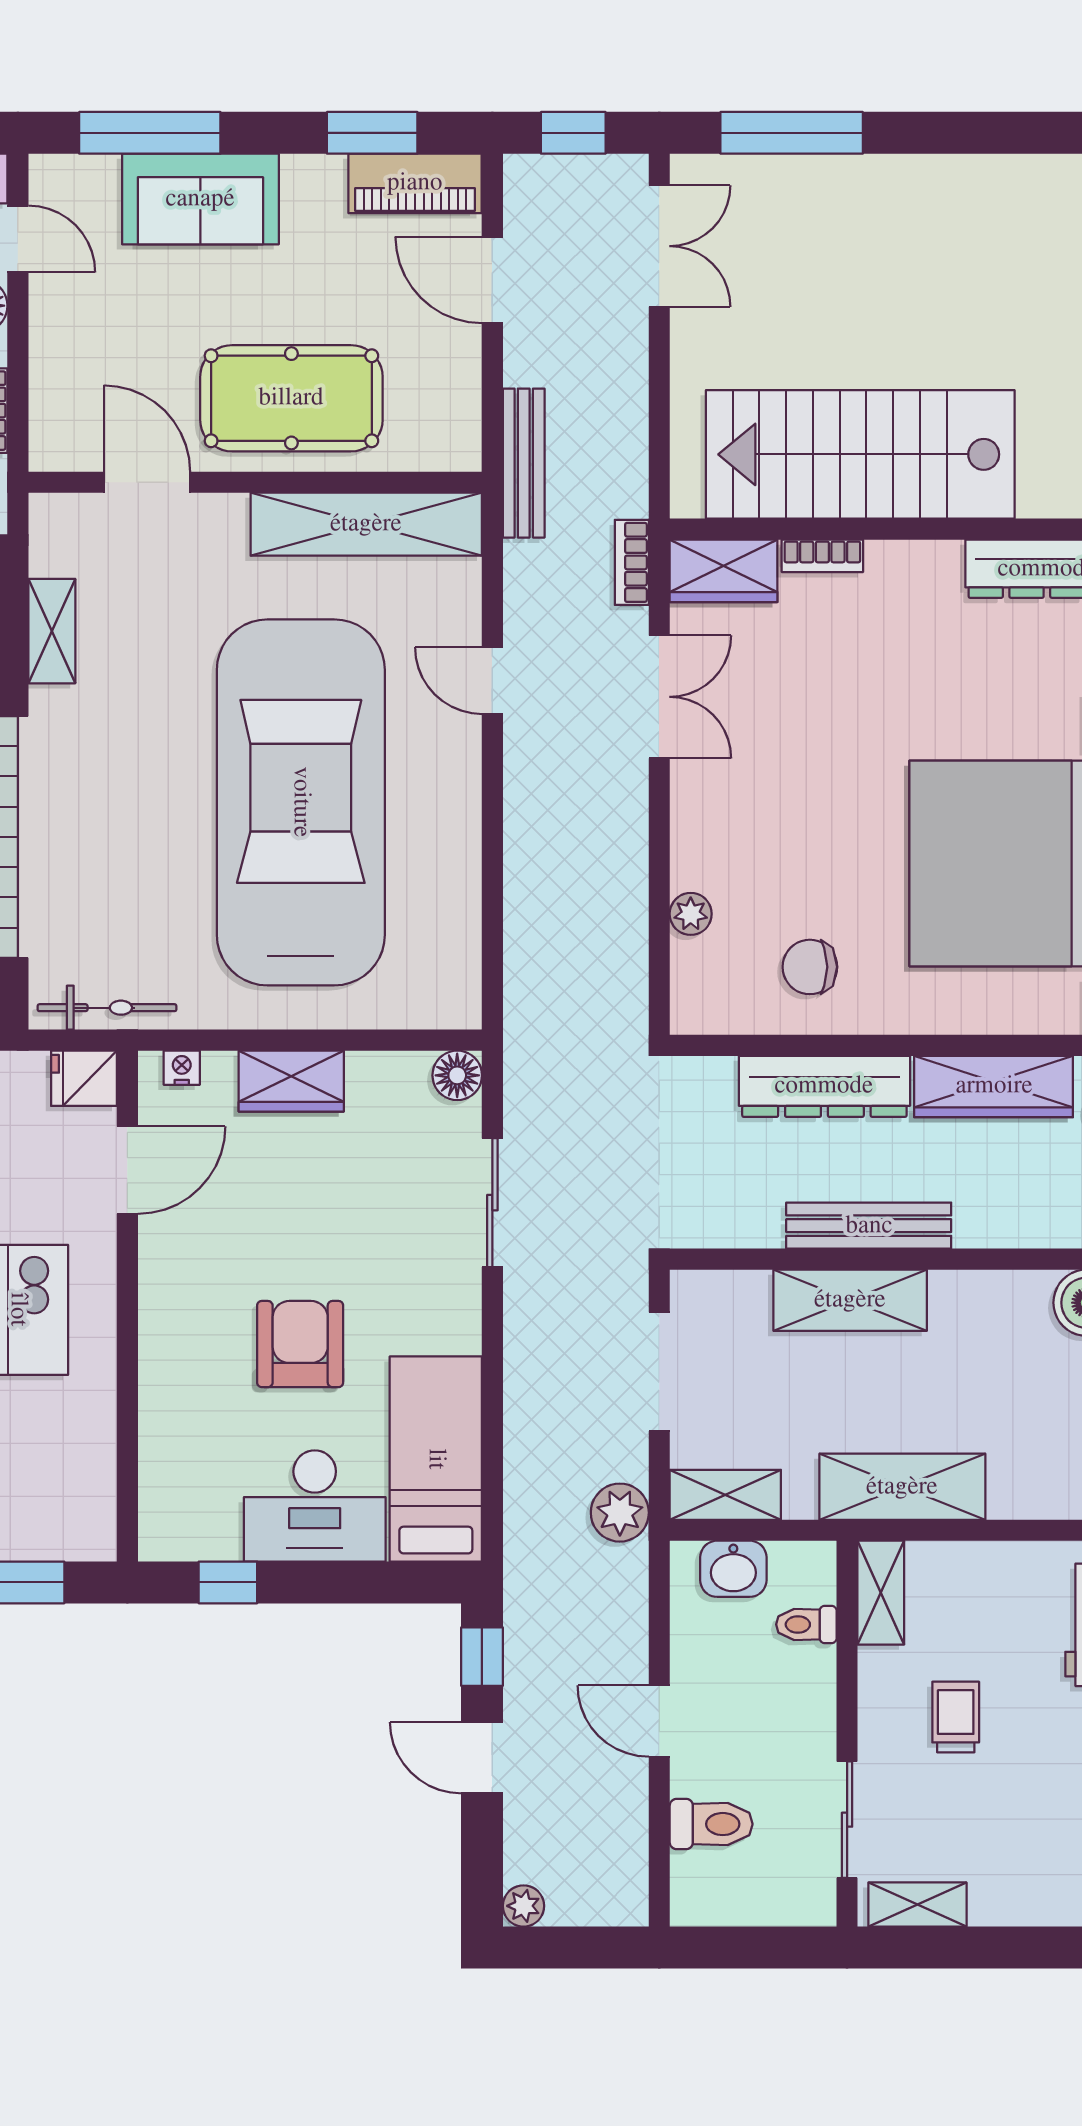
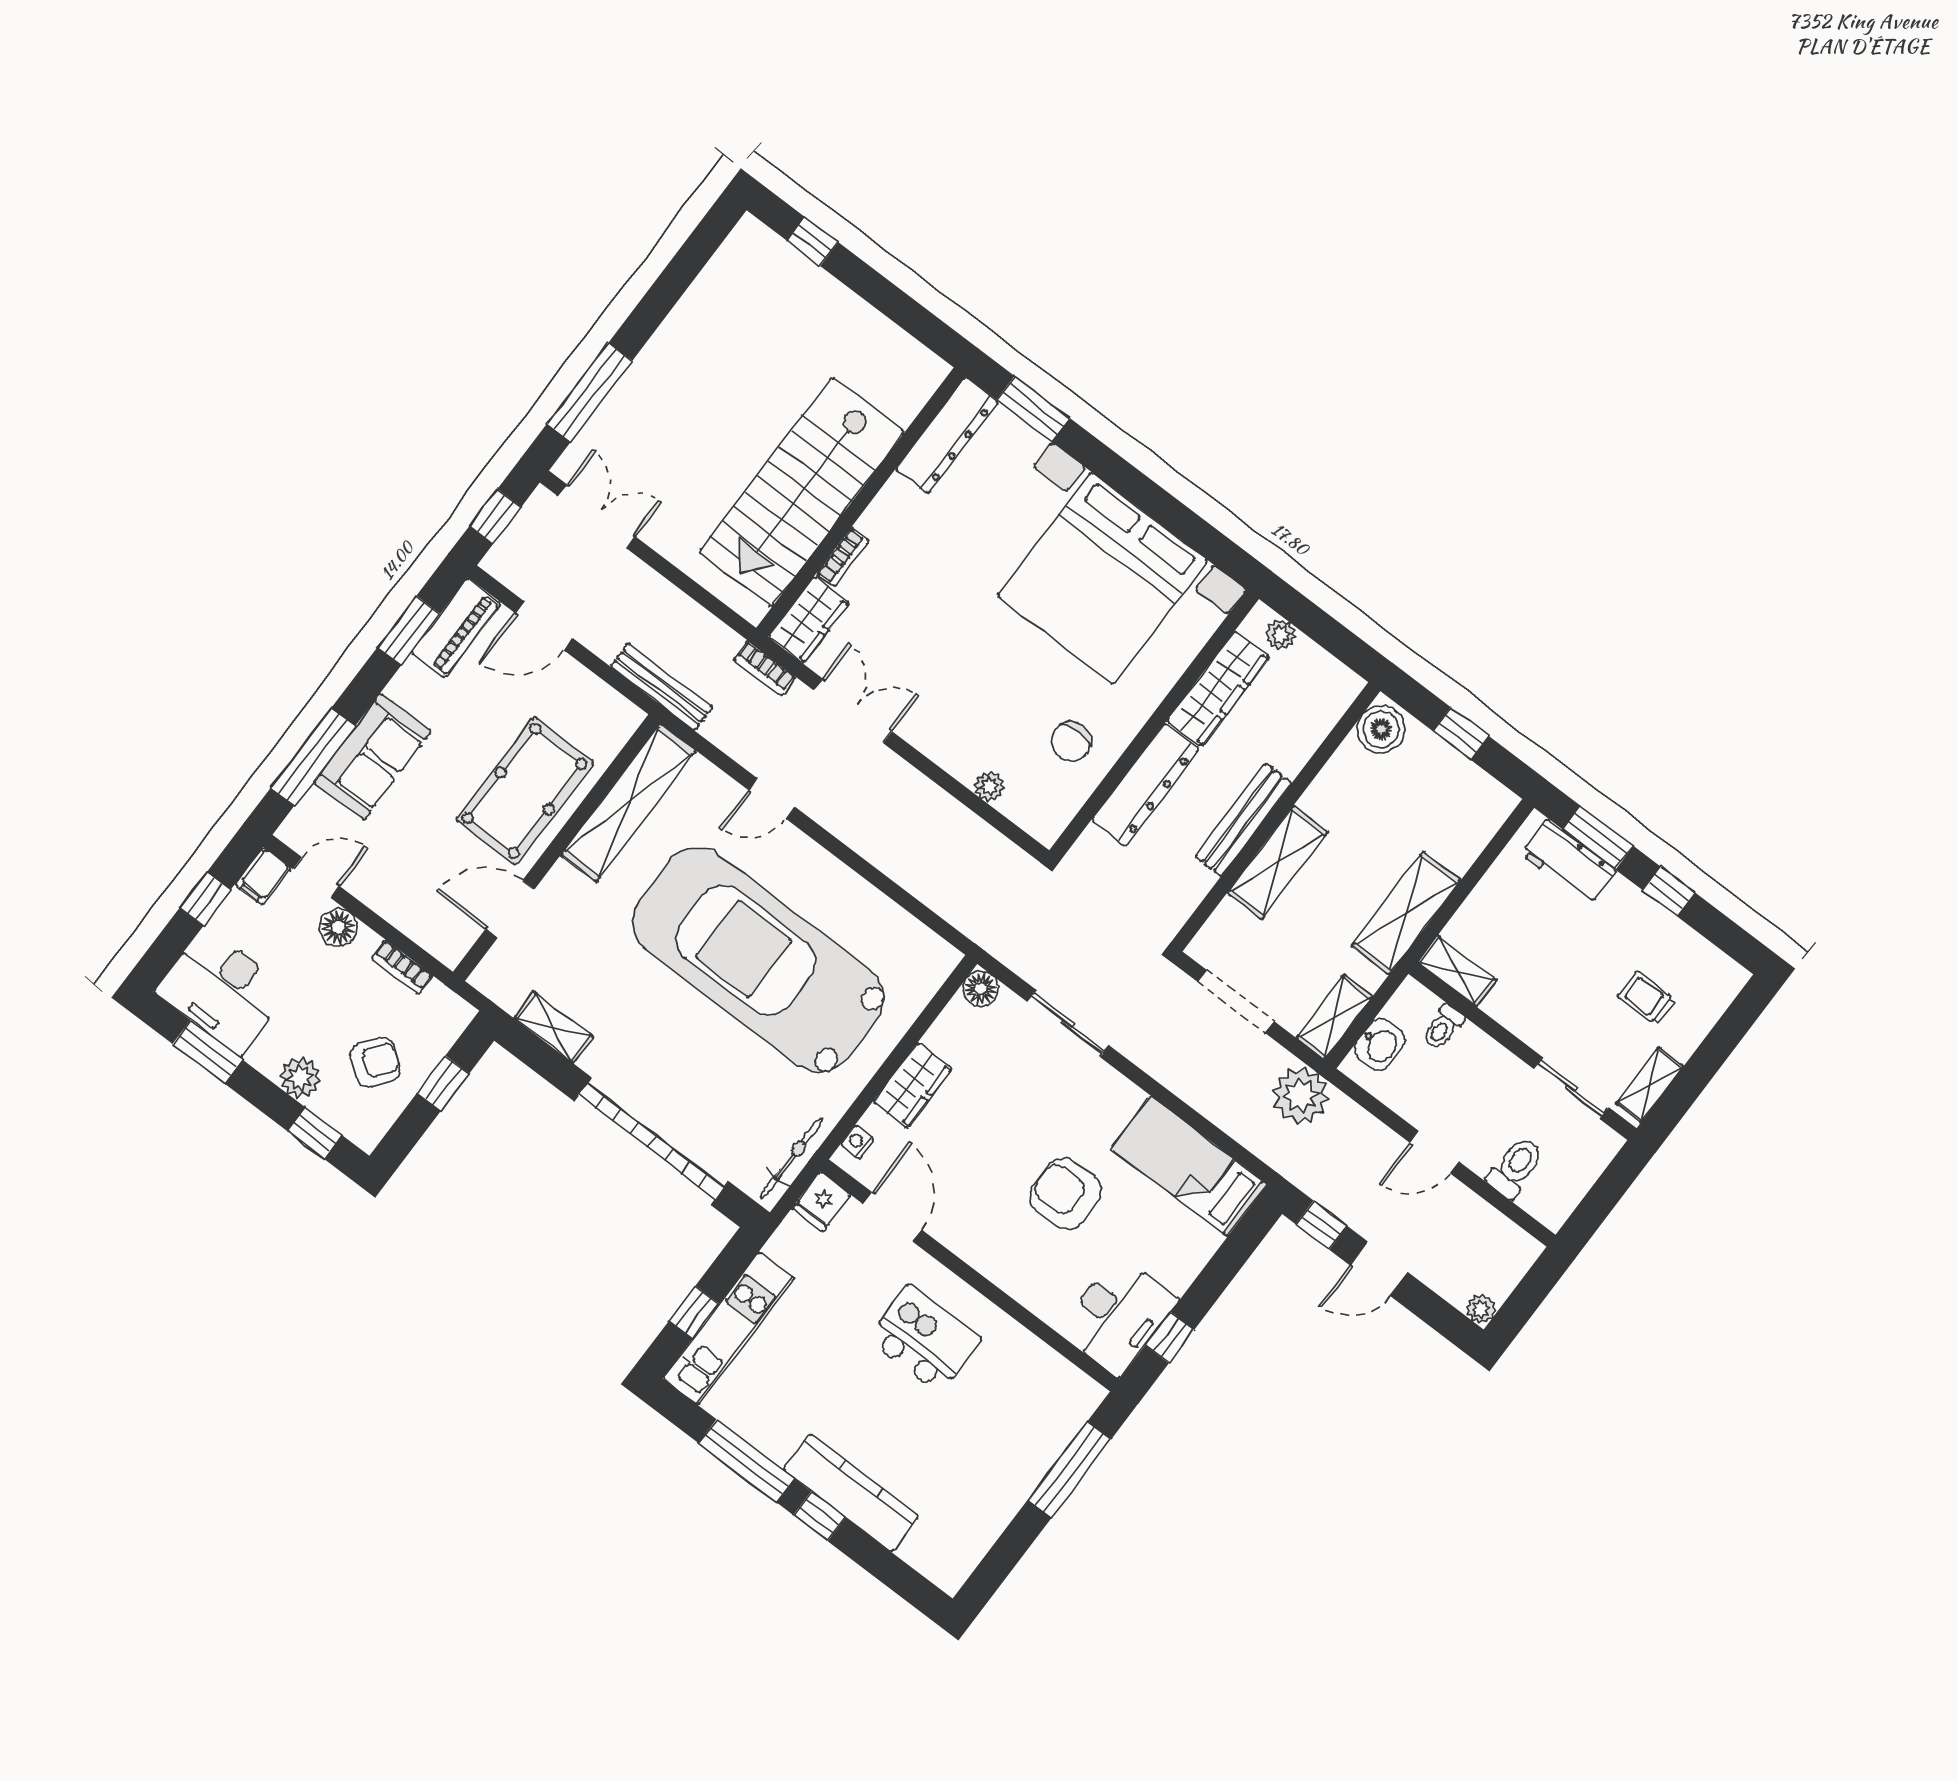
desk: (315, 1506) -> (1118, 1315), moved
plant: (620, 1513) -> (1300, 1095), width x1.36, depth x1.36
trolley: (956, 1717) -> (1647, 999), moved

